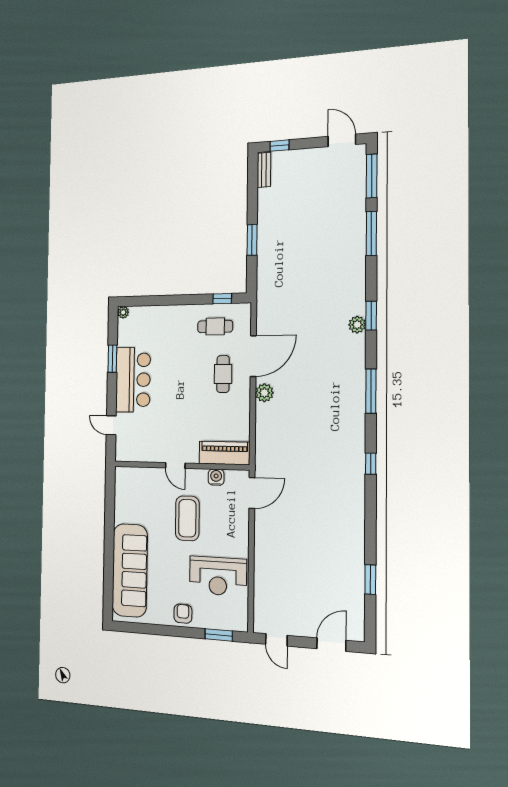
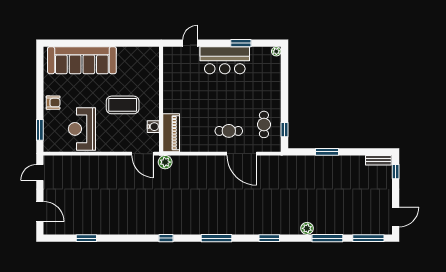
plant: (357, 325) -> (307, 228), moved
plant: (264, 393) -> (165, 162), moved
door: (175, 465) -> (161, 95), removed

